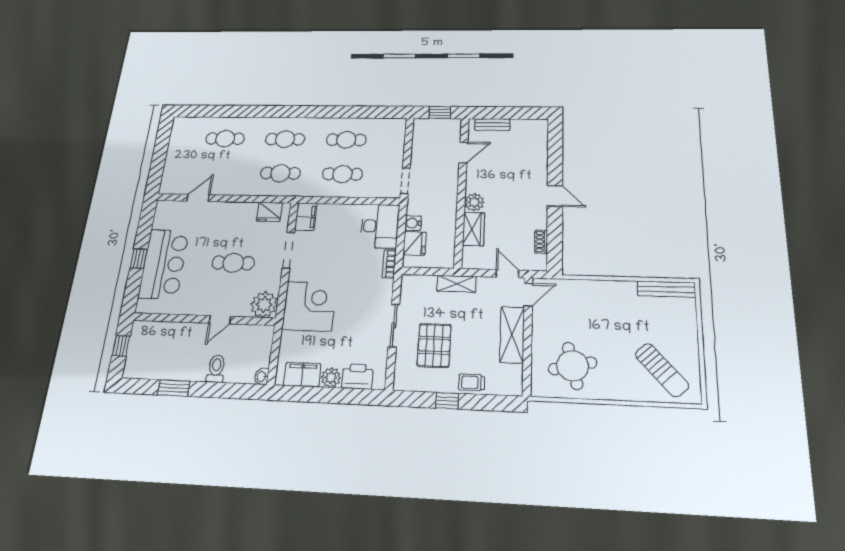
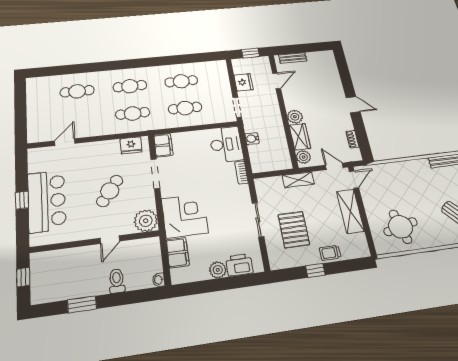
fridge: (415, 243) -> (244, 82), moved
plant: (471, 256) -> (303, 157), added
cafe table: (233, 263) -> (110, 191), turned -54
filing cabinet: (302, 375) -> (178, 253), moved, turned 90

